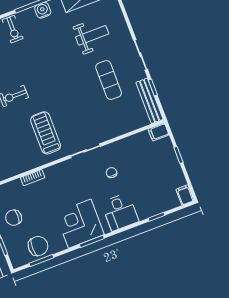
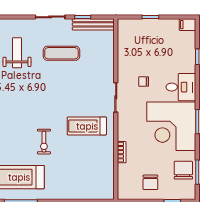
filing cabinet: (159, 132) -> (124, 27), removed
corner desk: (80, 224) -> (171, 126), width x1.36, depth x1.36

